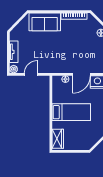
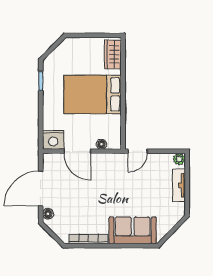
door: (31, 74) -> (138, 151), moved
door: (81, 74) -> (77, 151), swing flipped
bed: (71, 112) -> (93, 94), width x1.50

